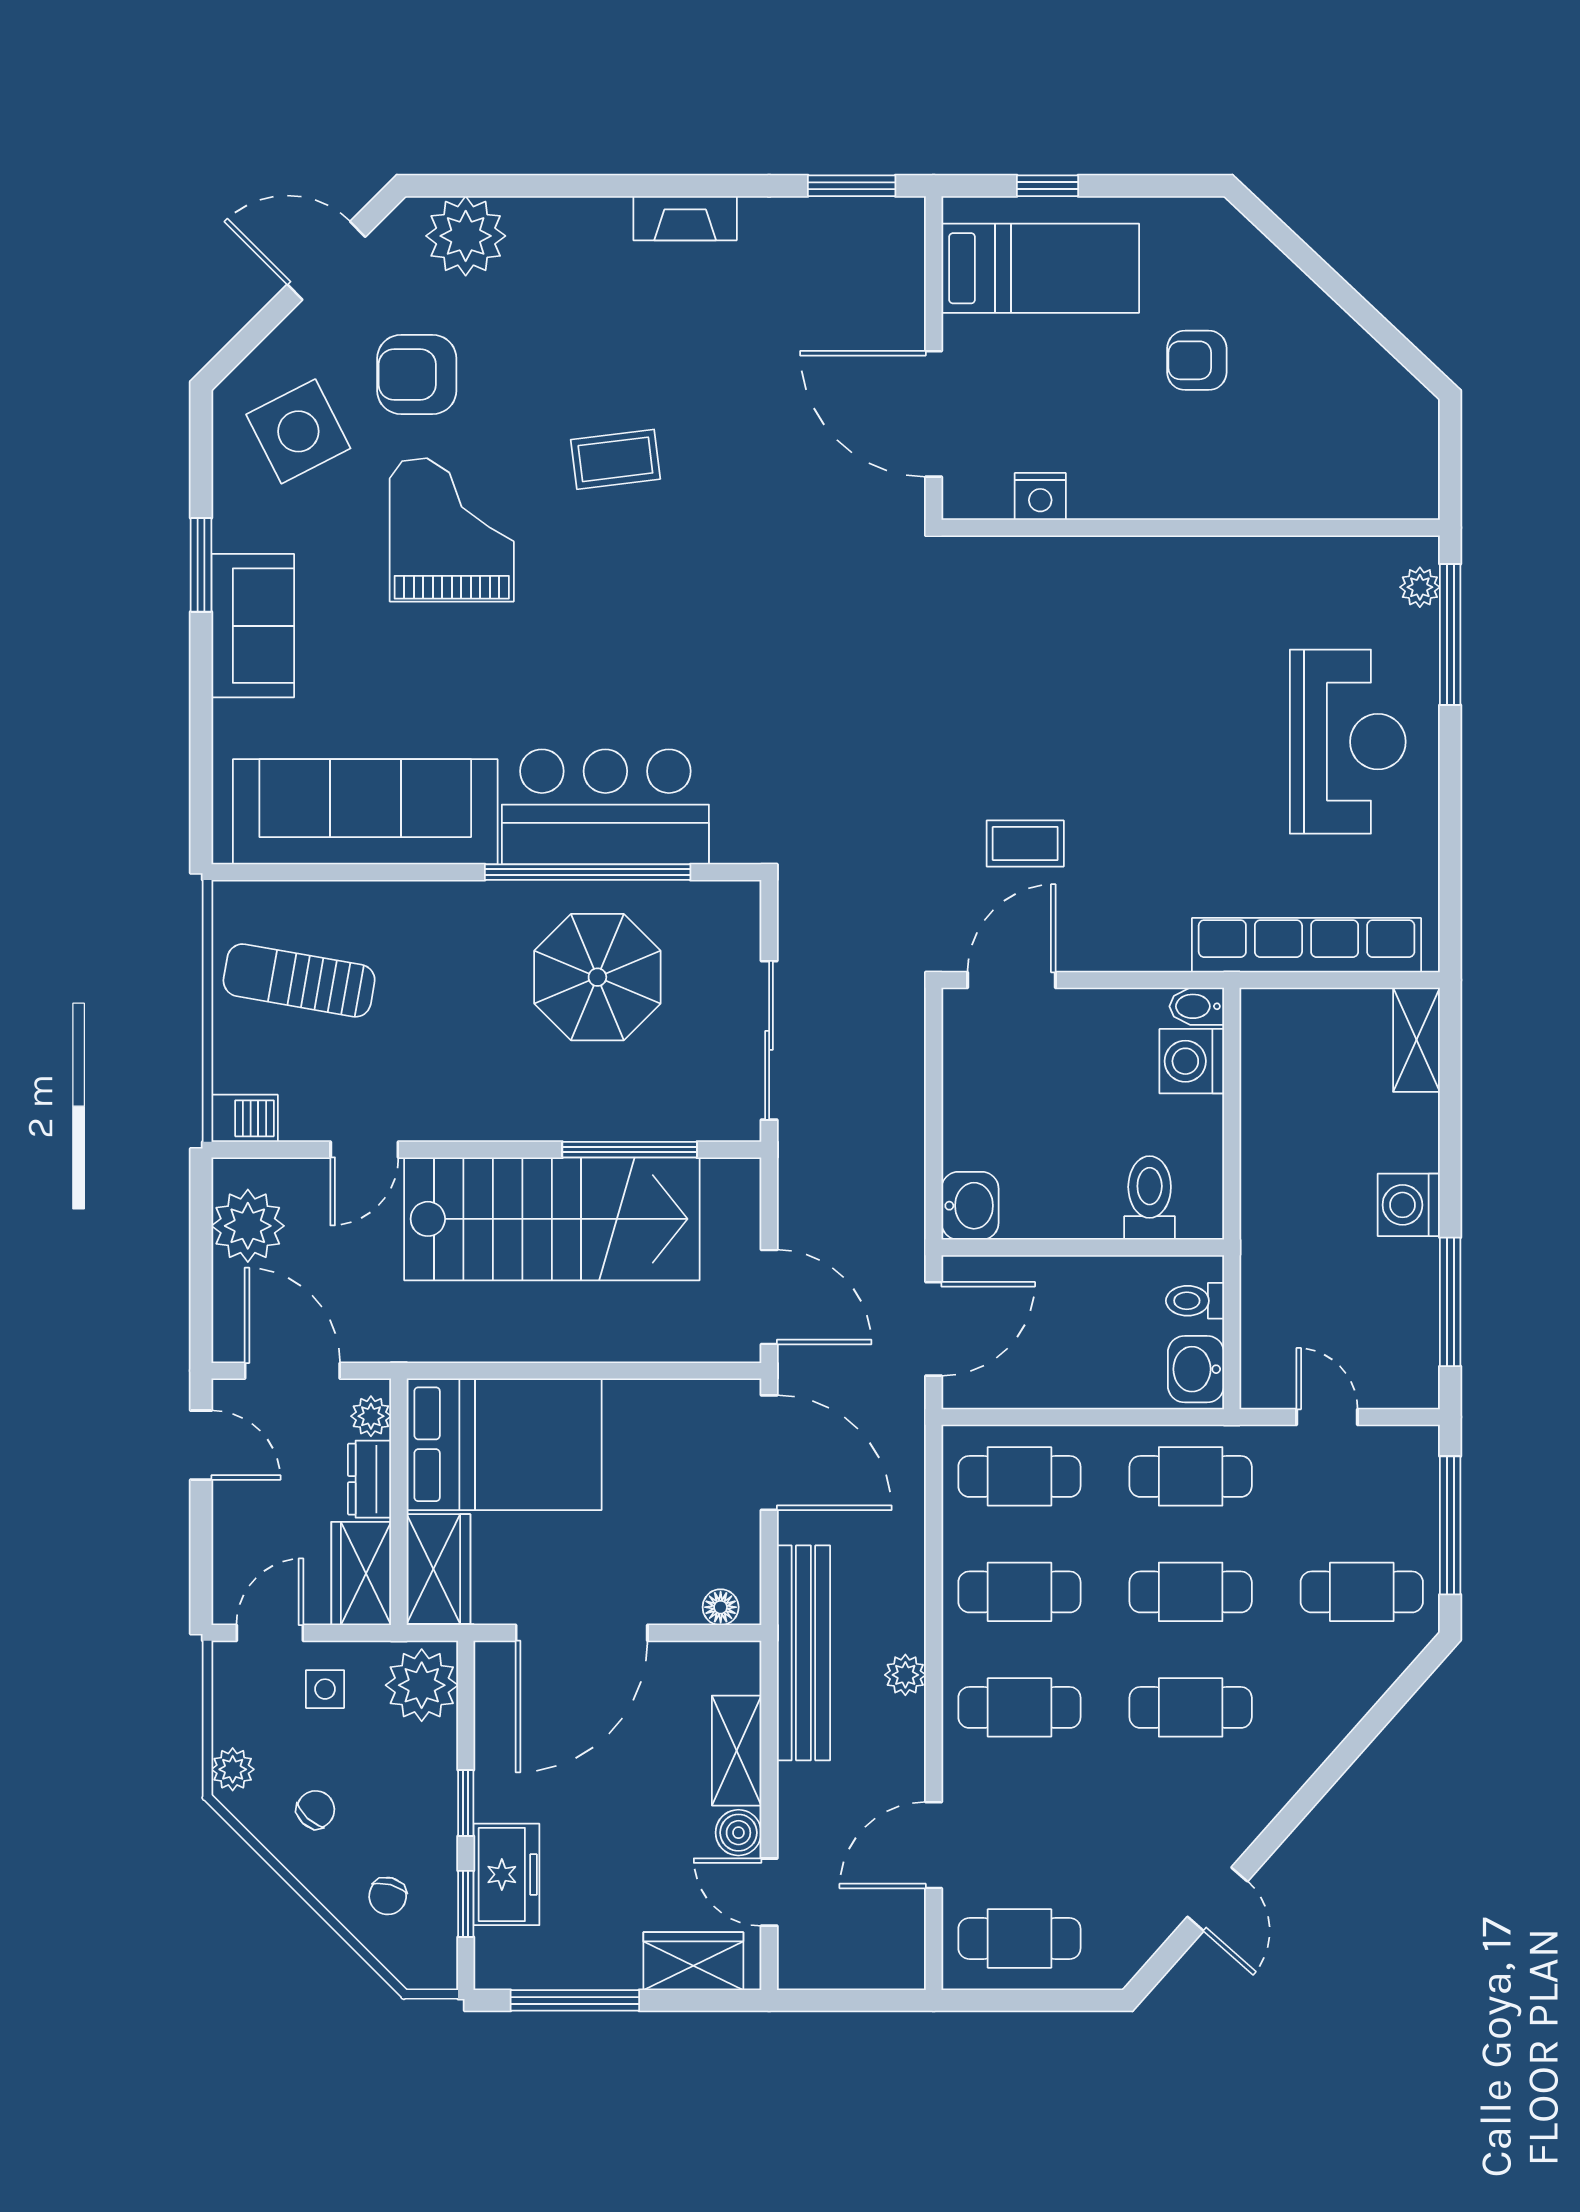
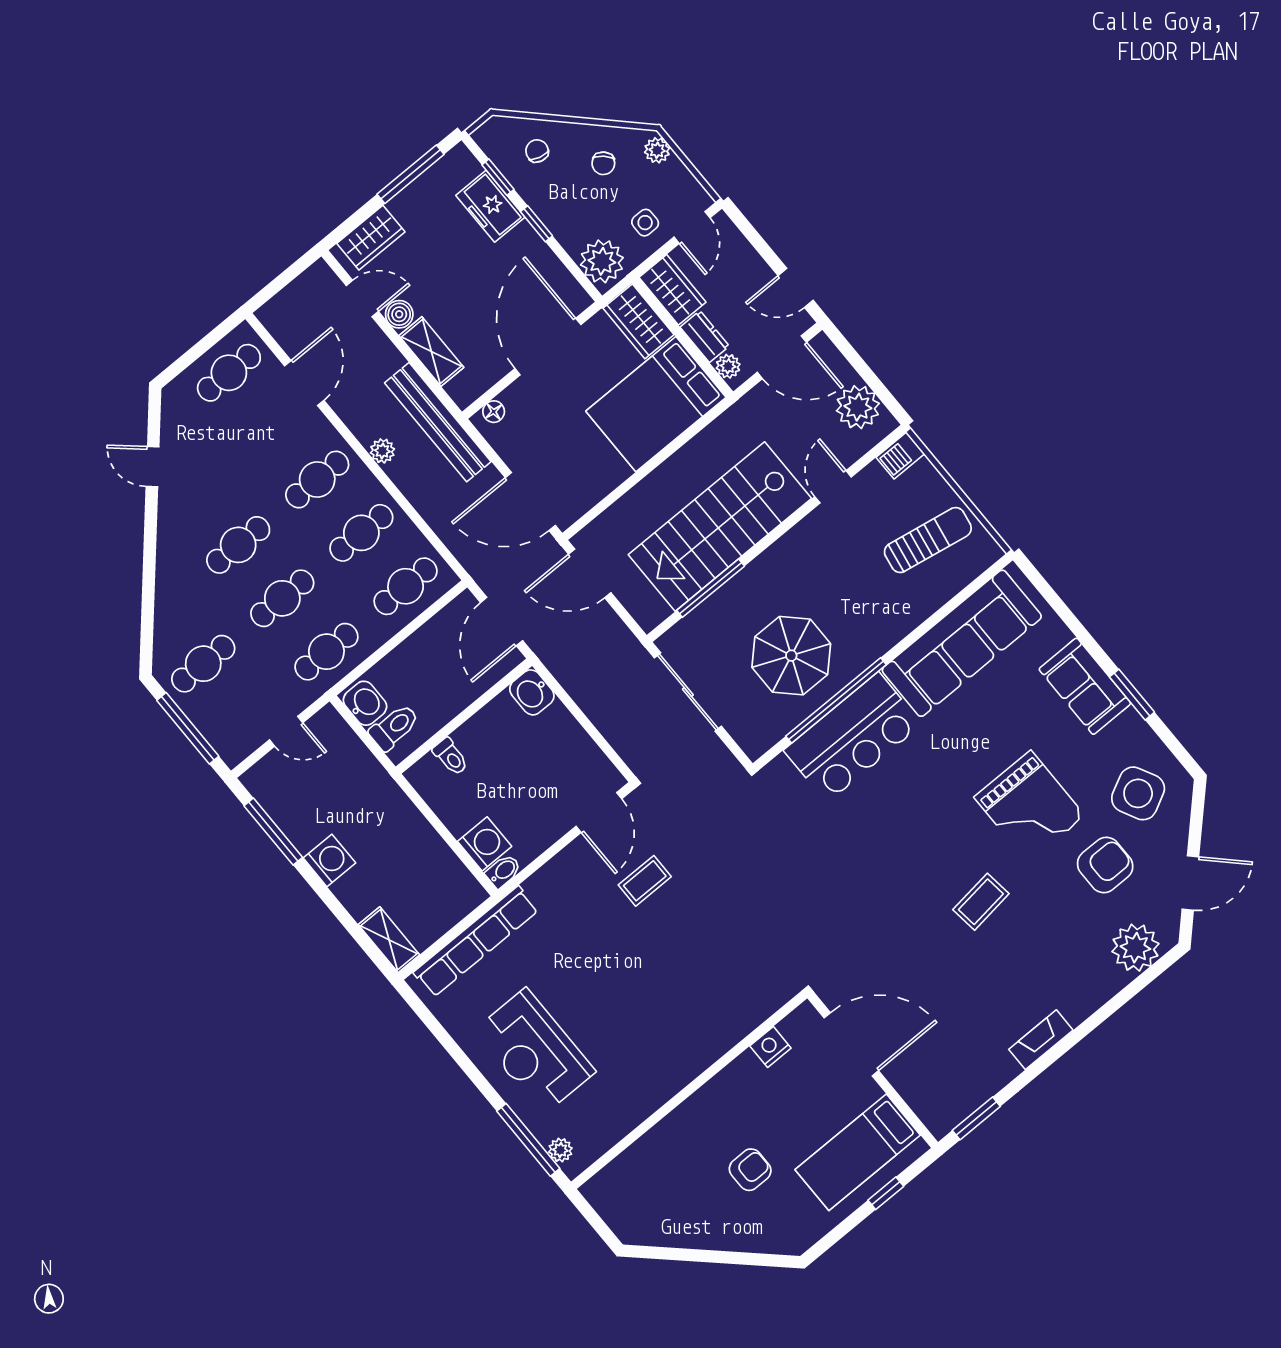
toilet: (1150, 1198) -> (451, 757), width x0.73, depth x0.72
toilet: (1195, 1301) -> (394, 727), width x1.37, depth x1.39

